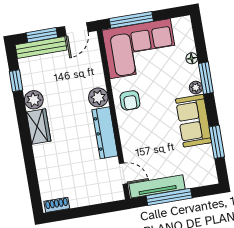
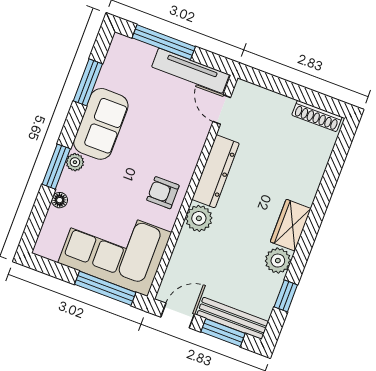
armchair: (130, 100) -> (163, 193), turned -90
window: (169, 197) -> (164, 42), moved
shoe rack: (57, 205) -> (317, 116), width x1.43

